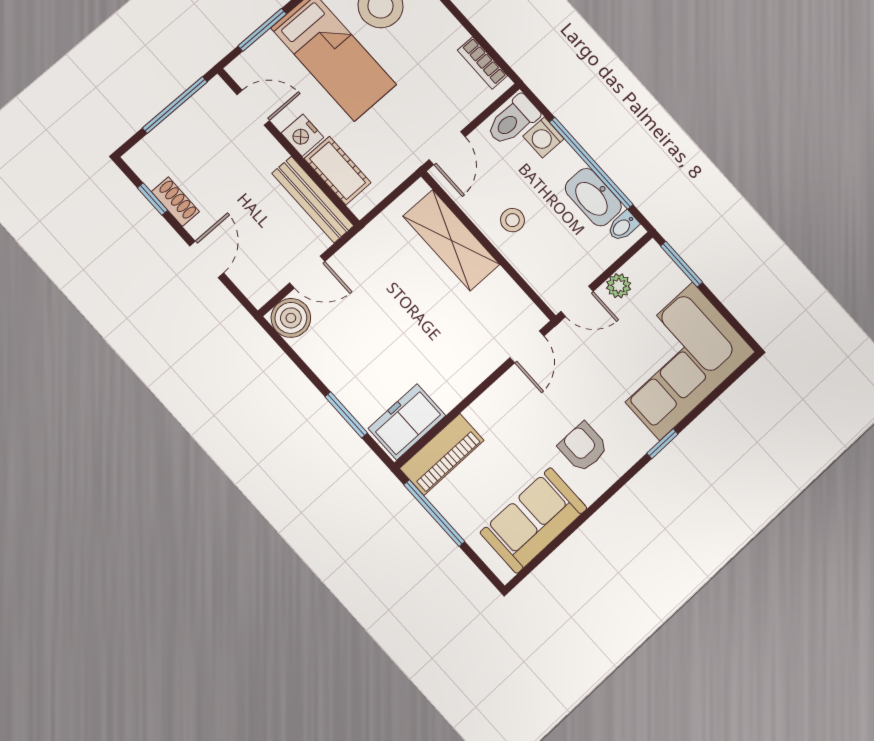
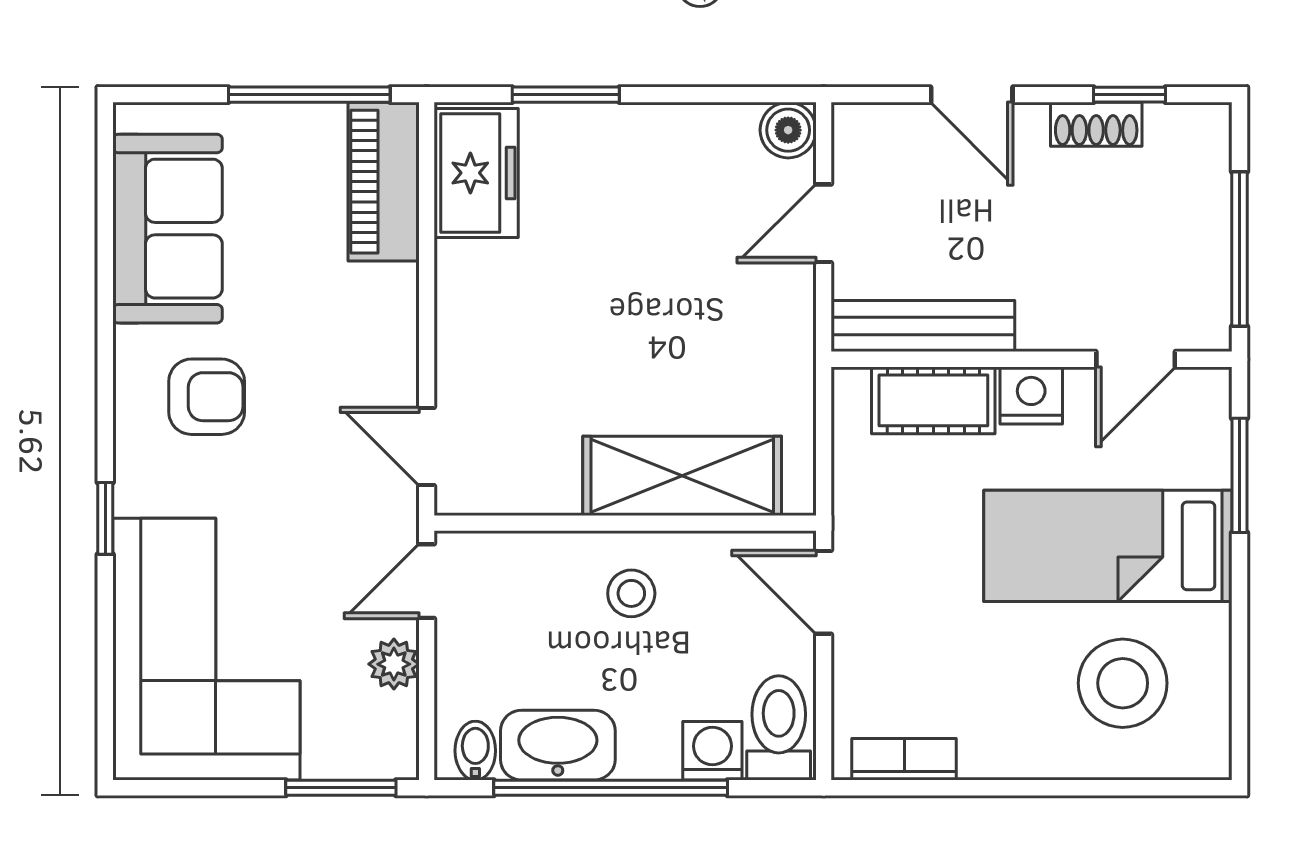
boiler: (291, 318) -> (788, 130), width x0.73, depth x0.73

